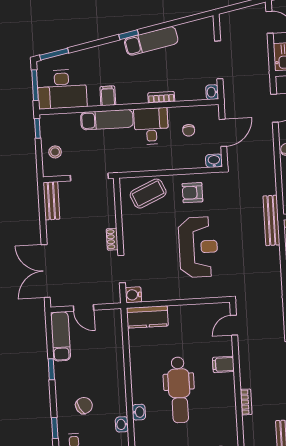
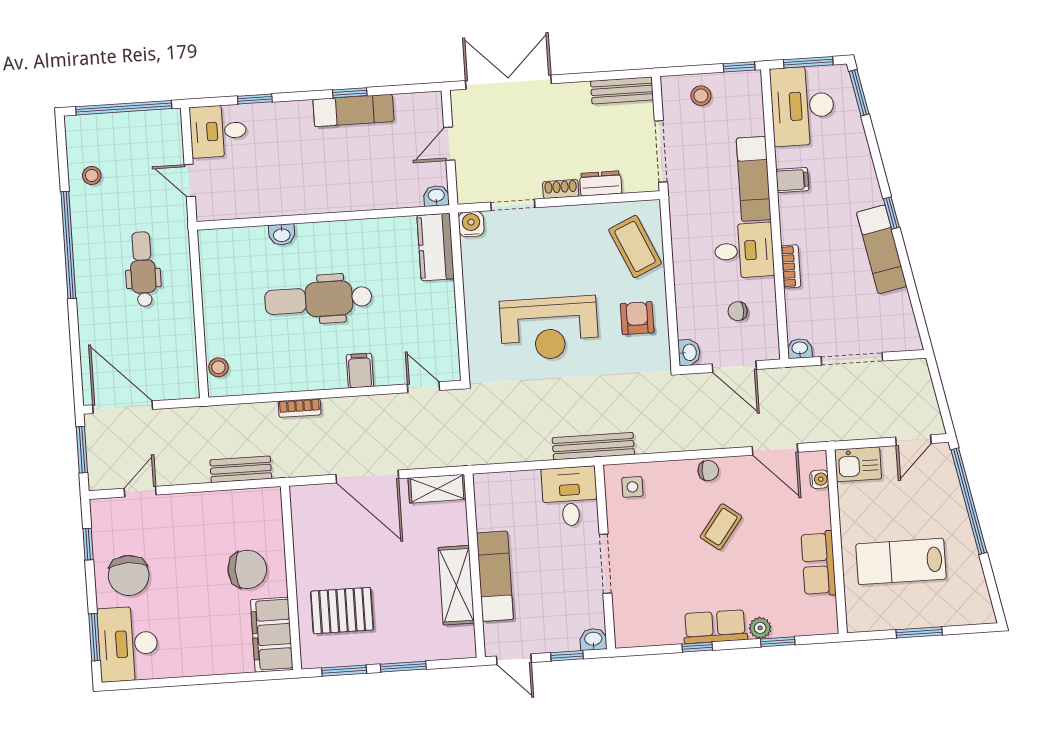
dresser: (109, 214) -> (601, 183), added
exam couch: (61, 336) -> (353, 110), moved
chair: (84, 406) -> (292, 146), removed
washbasin: (122, 424) -> (436, 196), moved

